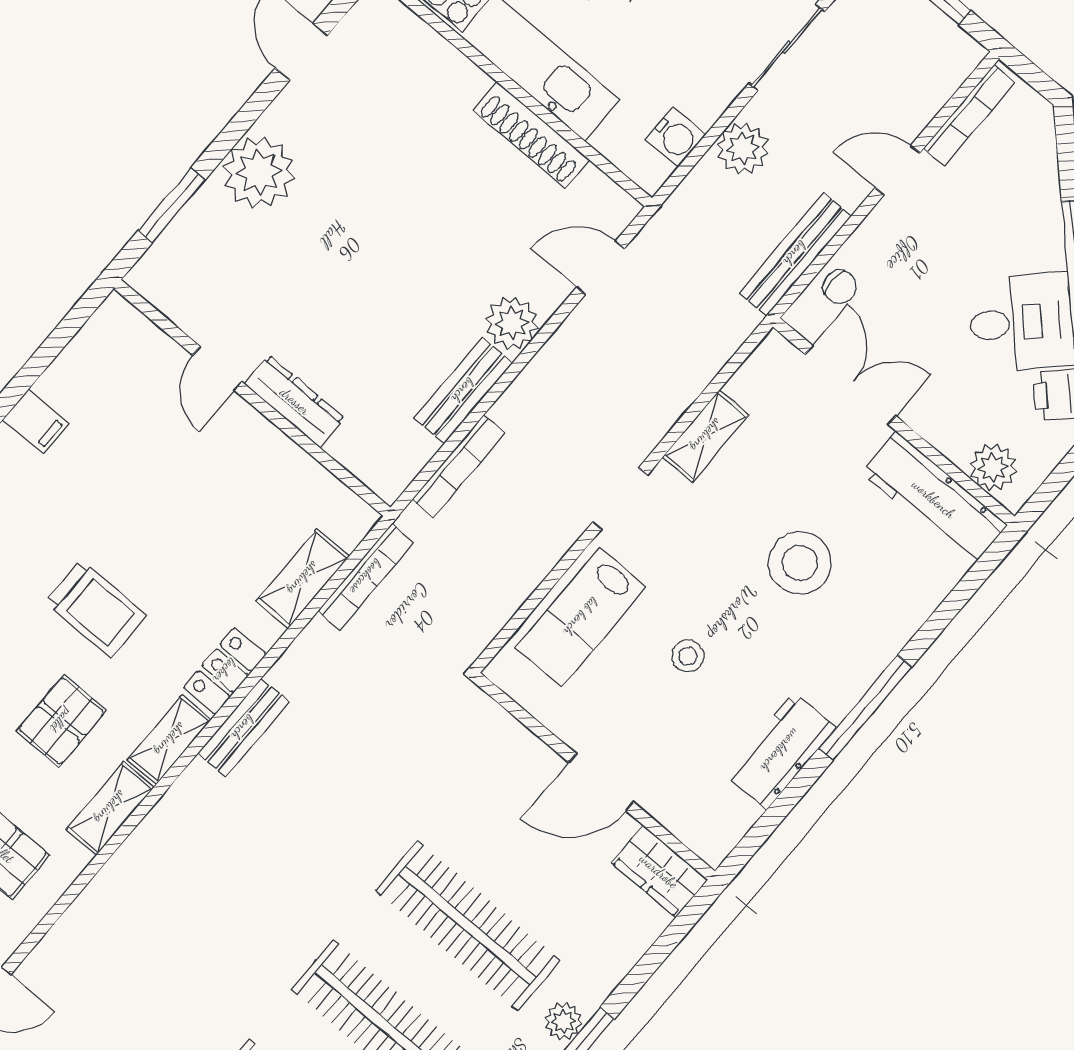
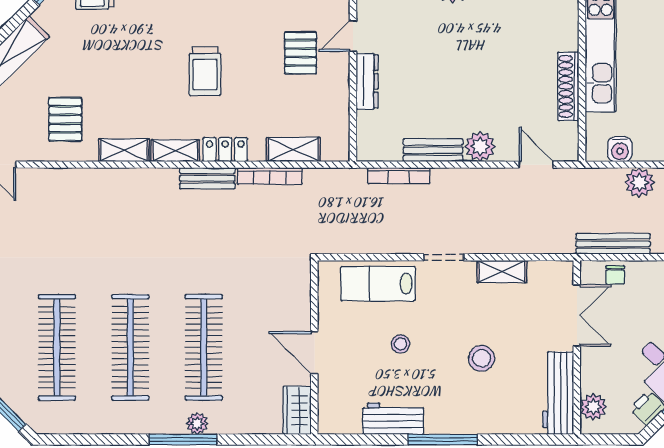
stool: (800, 563) -> (481, 358), width x0.73, depth x0.73
bookcase: (366, 577) -> (270, 176), moved
pallet: (61, 721) -> (300, 53), moved, turned 90

